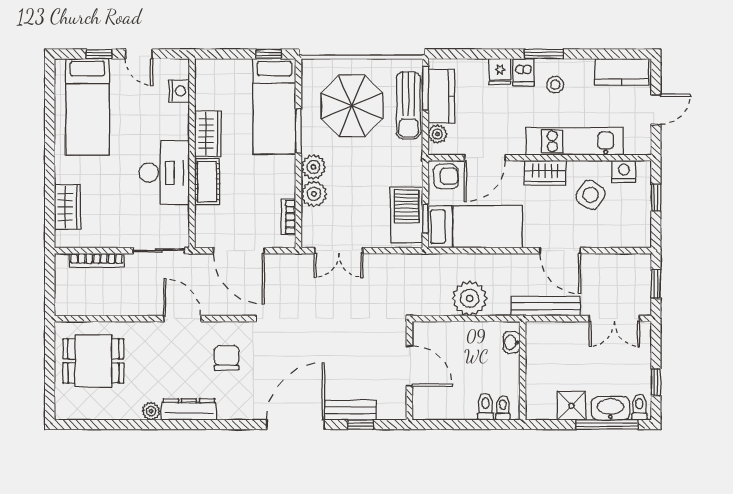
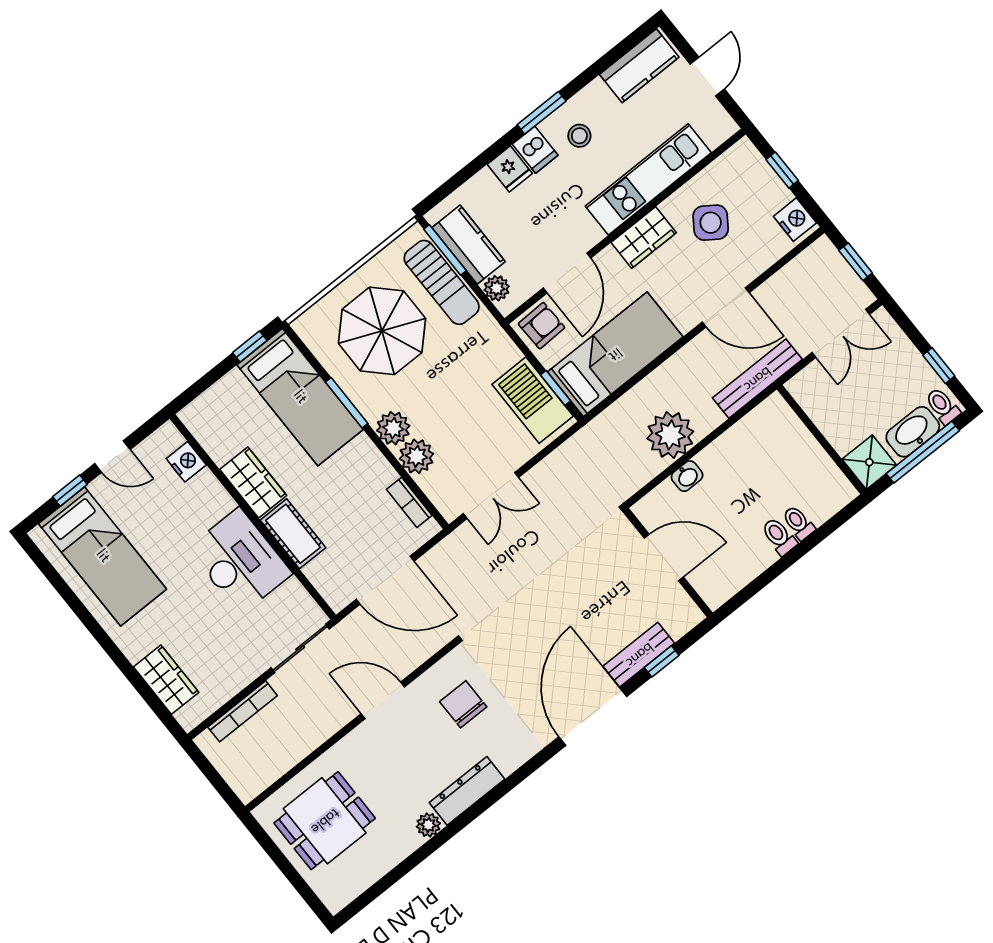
nightstand: (624, 171) -> (795, 220), moved, turned 90
washbasin: (511, 342) -> (687, 476), moved, turned -90
wall: (523, 371) -> (821, 440), moved

